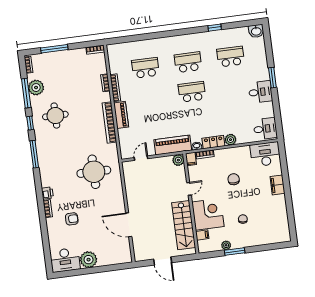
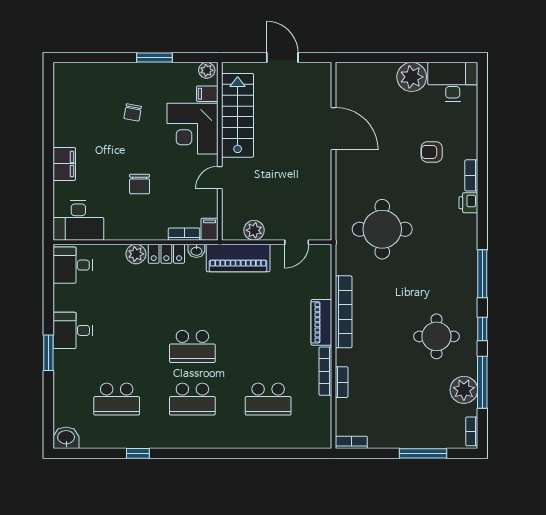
plant: (178, 160) -> (254, 230), moved
plant: (226, 245) -> (207, 70), moved

